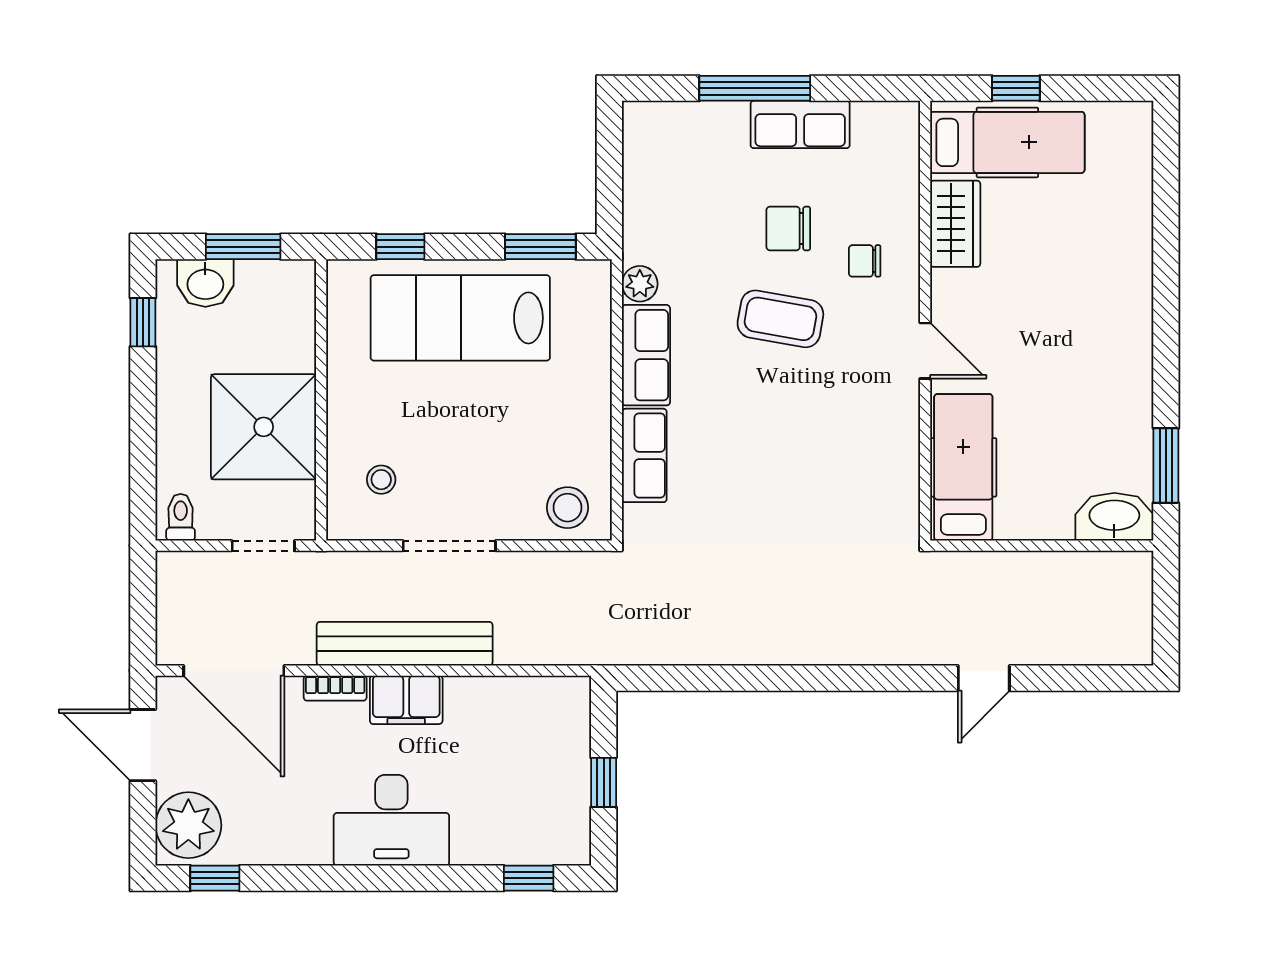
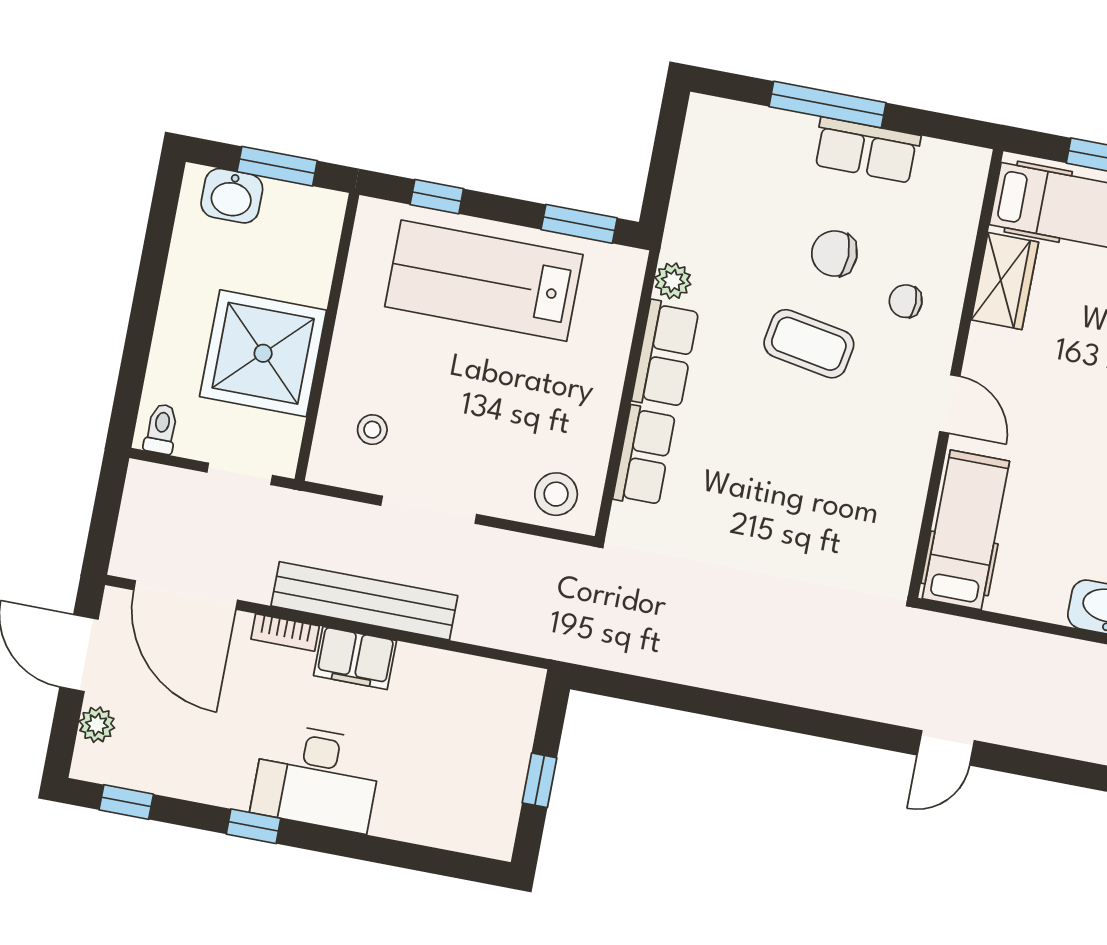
window: (143, 322) -> (161, 224), removed
plant: (188, 825) -> (97, 725), width x0.53, depth x0.53
window: (529, 878) -> (254, 826), moved

